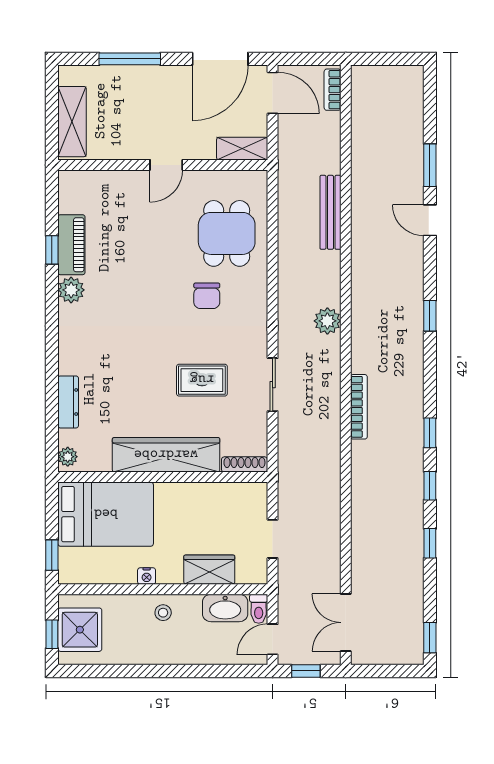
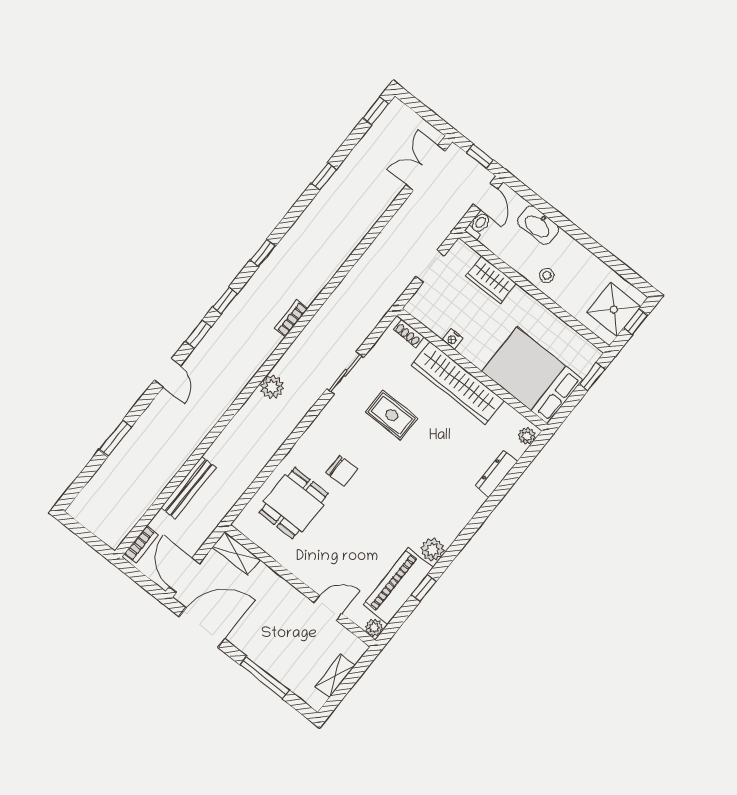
shelving: (72, 122) -> (335, 676), width x0.67, depth x0.75
door: (166, 165) -> (328, 608), moved
plant: (68, 180) -> (374, 628), added
bench: (330, 212) -> (189, 488), moved
door: (430, 220) -> (167, 373), moved
piano: (71, 245) -> (398, 586), width x1.37, depth x1.33
chair: (207, 296) -> (342, 471), turned 90
bookcase: (359, 407) -> (291, 318), width x0.64
shoe rack: (244, 464) -> (409, 333), width x0.70
window: (430, 486) -> (225, 300), moved
nightstand: (147, 576) -> (453, 339), moved, turned 180
washbasin: (225, 608) -> (538, 225), moved, turned 180
double door: (346, 623) -> (426, 168), swing flipped
door: (273, 639) -> (486, 197), hinge flipped

